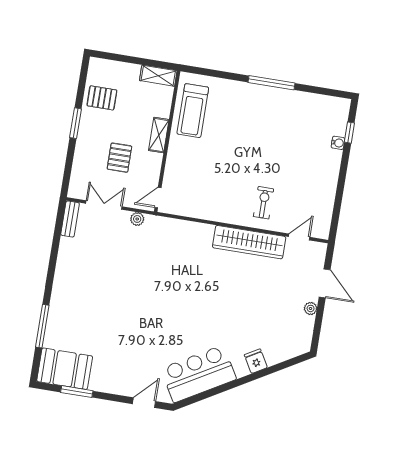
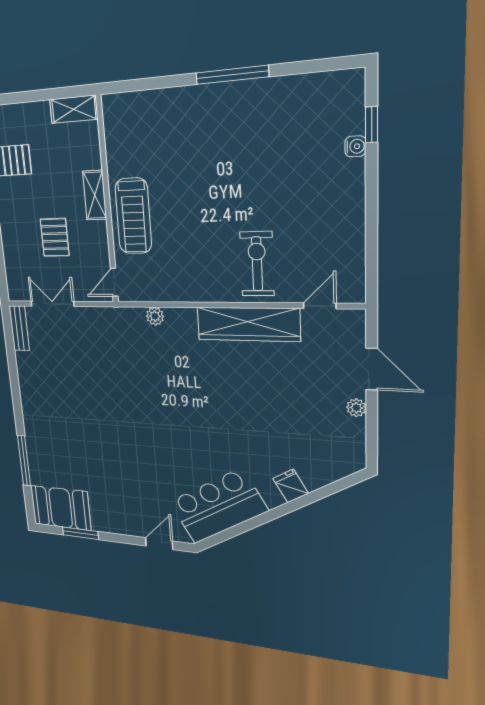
treadmill: (193, 111) -> (133, 216), moved
exercise bike: (264, 203) -> (257, 264), width x1.38, depth x1.39
plant: (137, 219) -> (155, 316), moved

